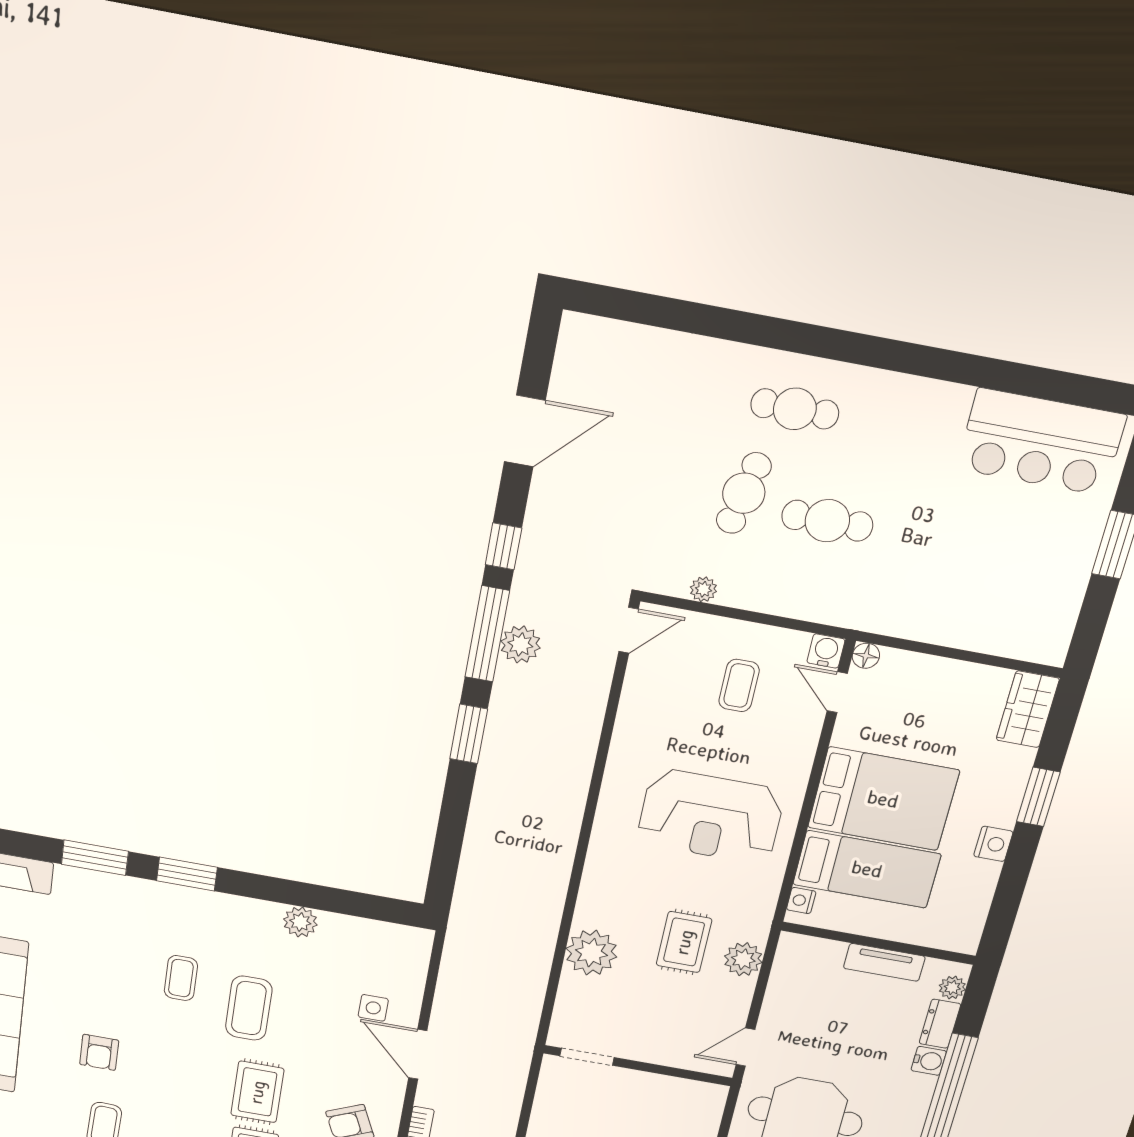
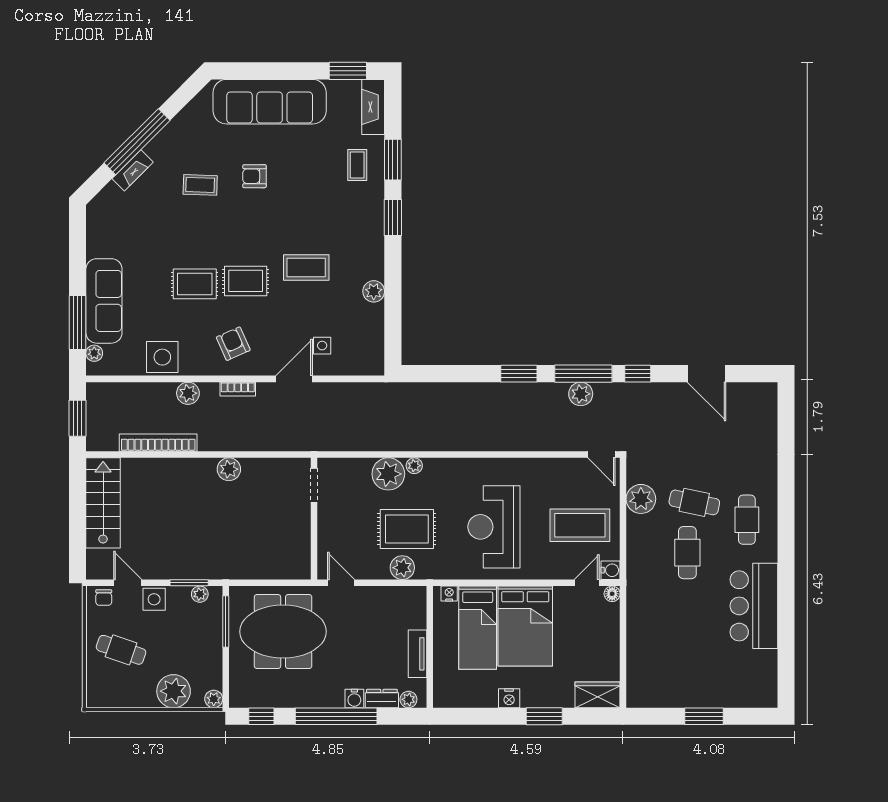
bar counter: (1041, 442) -> (754, 606), moved
plant: (703, 589) -> (641, 499), width x1.87, depth x1.87
coffee table: (739, 685) -> (580, 525), width x1.86, depth x1.72
plant: (586, 914) -> (414, 466), added
rug: (684, 942) -> (407, 529), width x1.36, depth x1.43
coffee table: (181, 978) -> (357, 165), moved, turned 90

